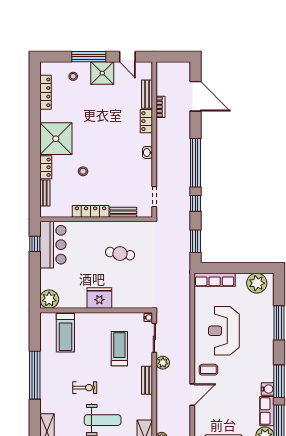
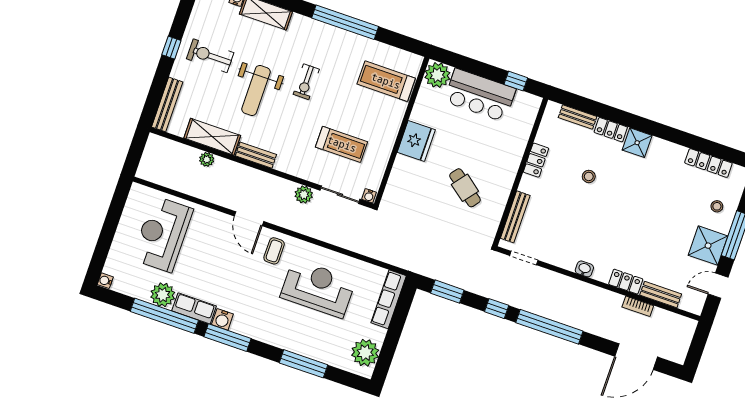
shower: (56, 139) -> (637, 143), width x0.54, depth x0.54
locker: (91, 211) -> (536, 160), width x0.66
bench: (123, 212) -> (515, 217), width x1.36
bar counter: (53, 245) -> (480, 95), moved
cafe table: (120, 254) -> (465, 188), turned -61
bench: (147, 380) -> (256, 155), moved

